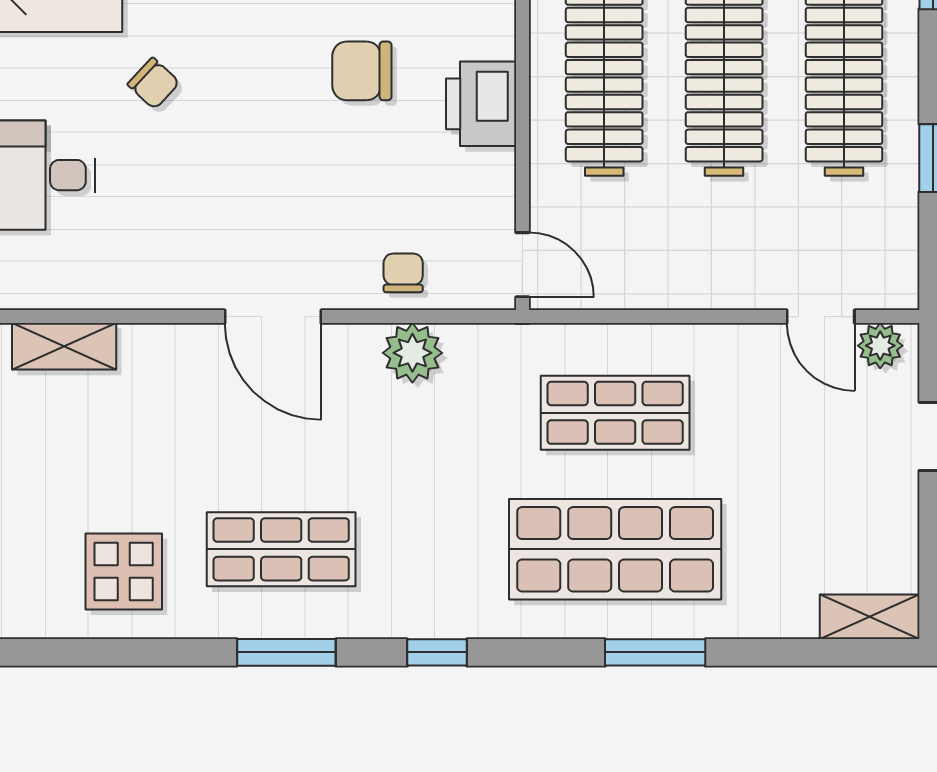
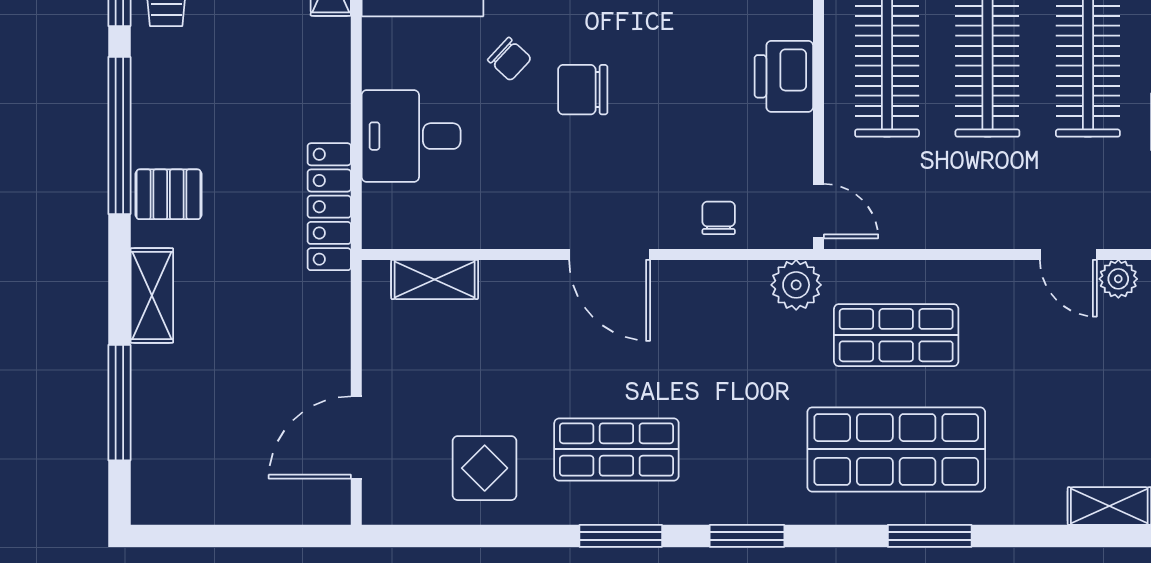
chair: (362, 71) -> (583, 90), moved
plant: (412, 353) -> (796, 285), moved
window: (437, 652) -> (747, 536), width x1.50

